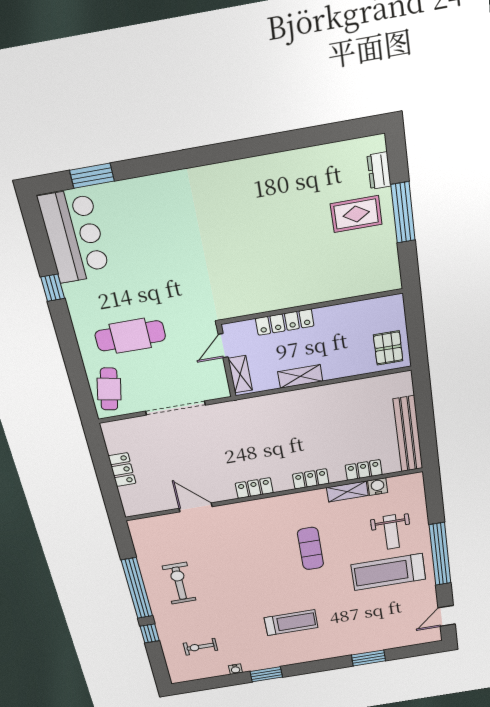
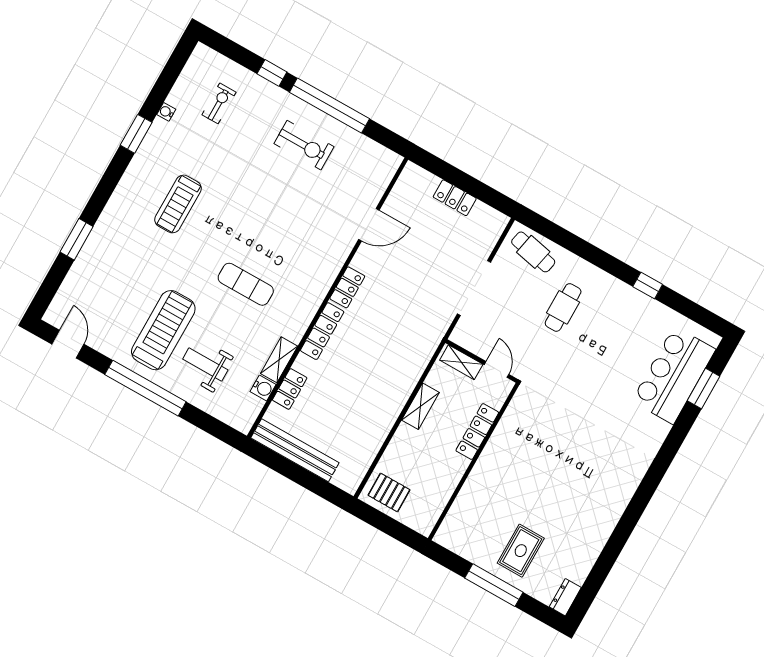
dresser: (379, 171) -> (565, 597), moved, turned -90
bar counter: (74, 236) -> (674, 375), moved, turned 90
cafe table: (130, 336) -> (563, 307), width x0.73, depth x0.74
locker: (311, 479) -> (322, 331), width x1.53

